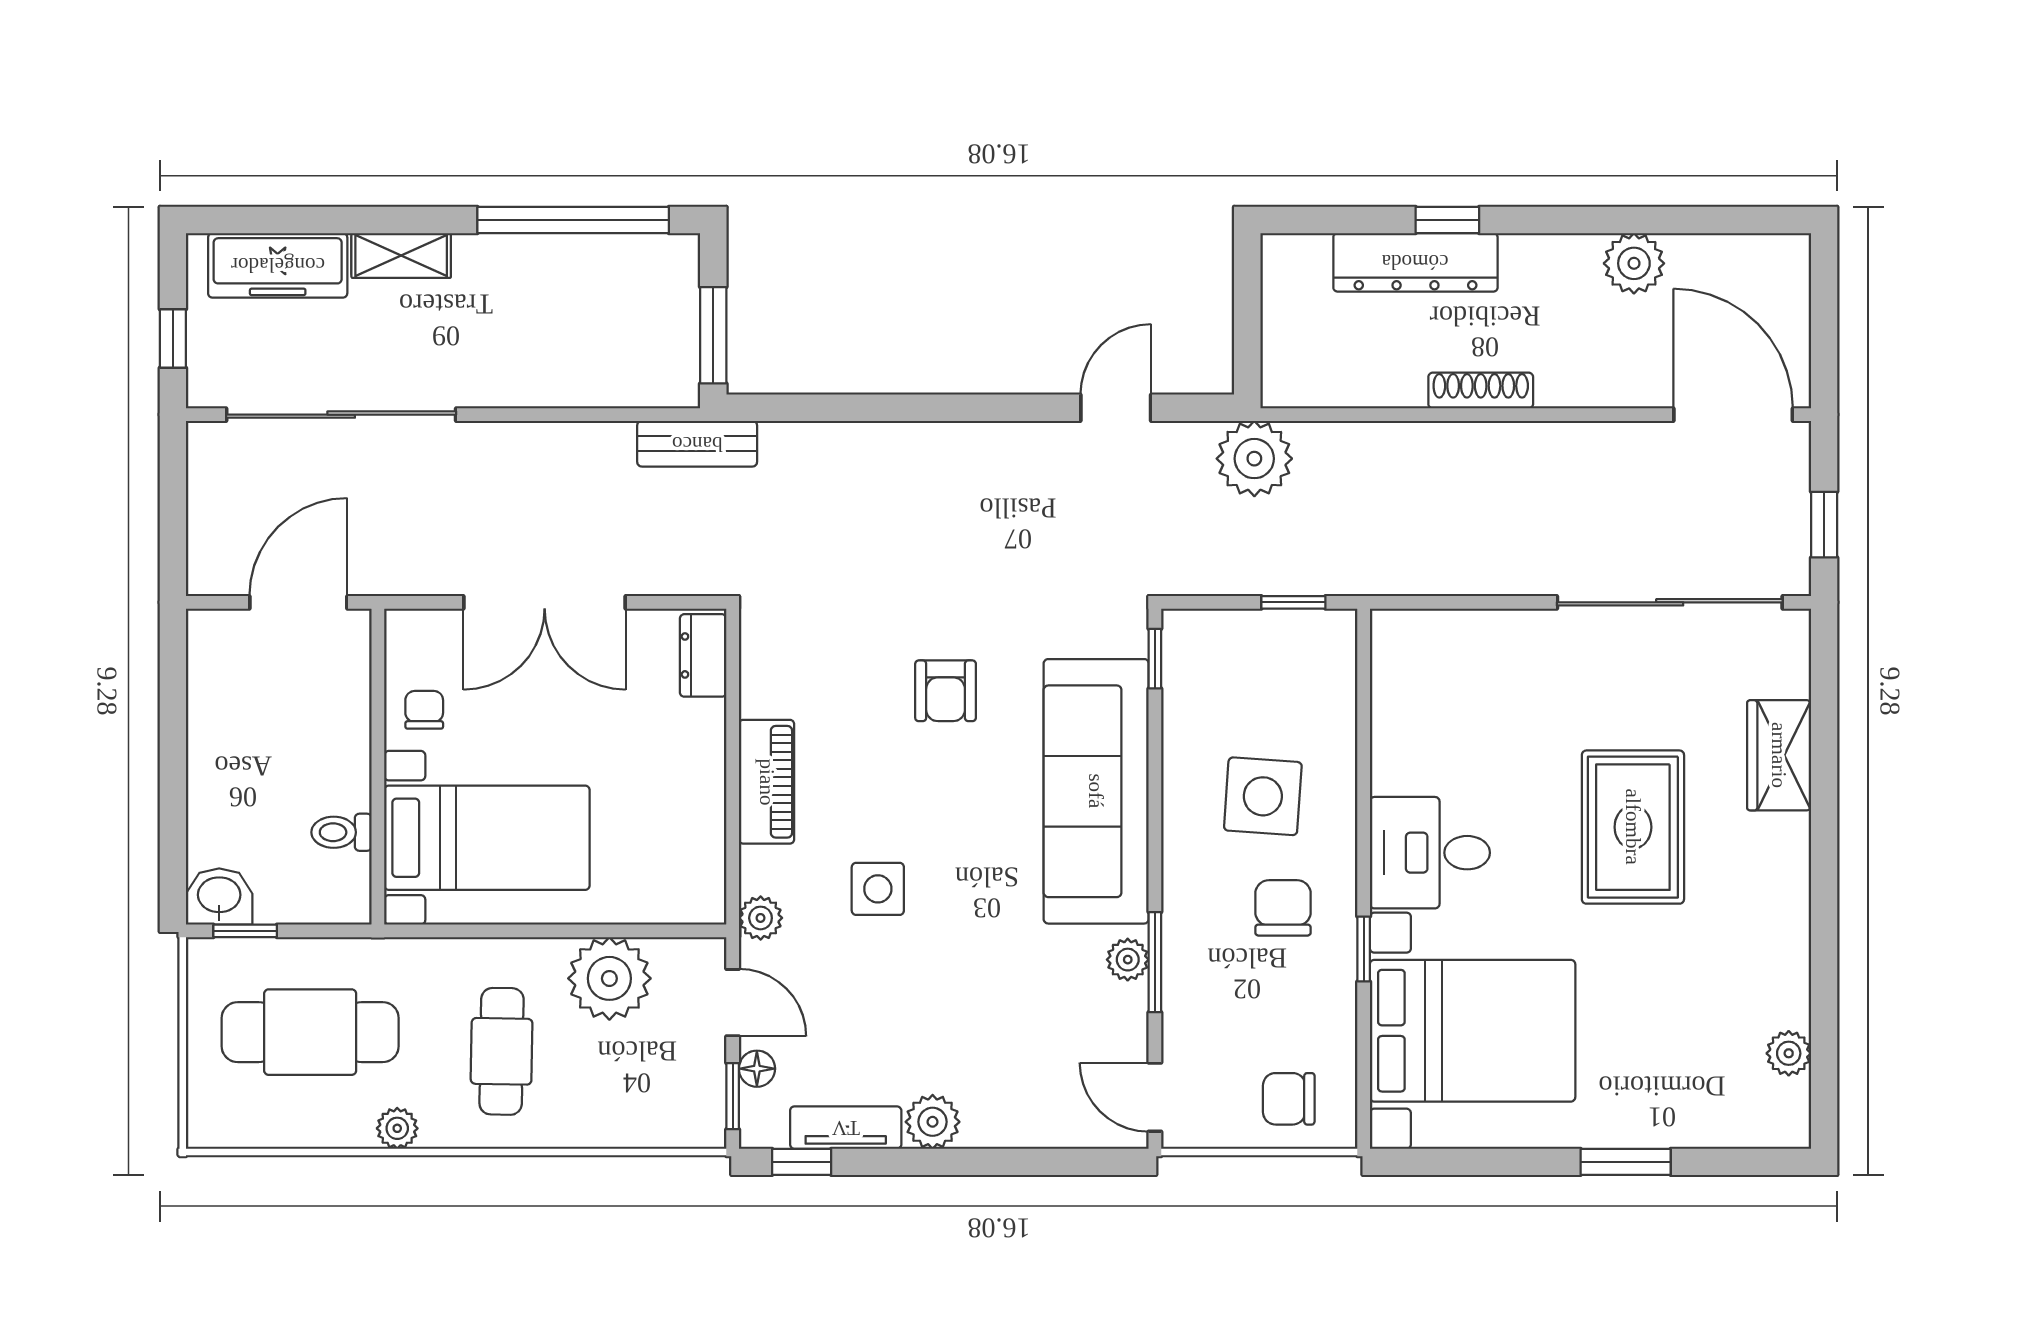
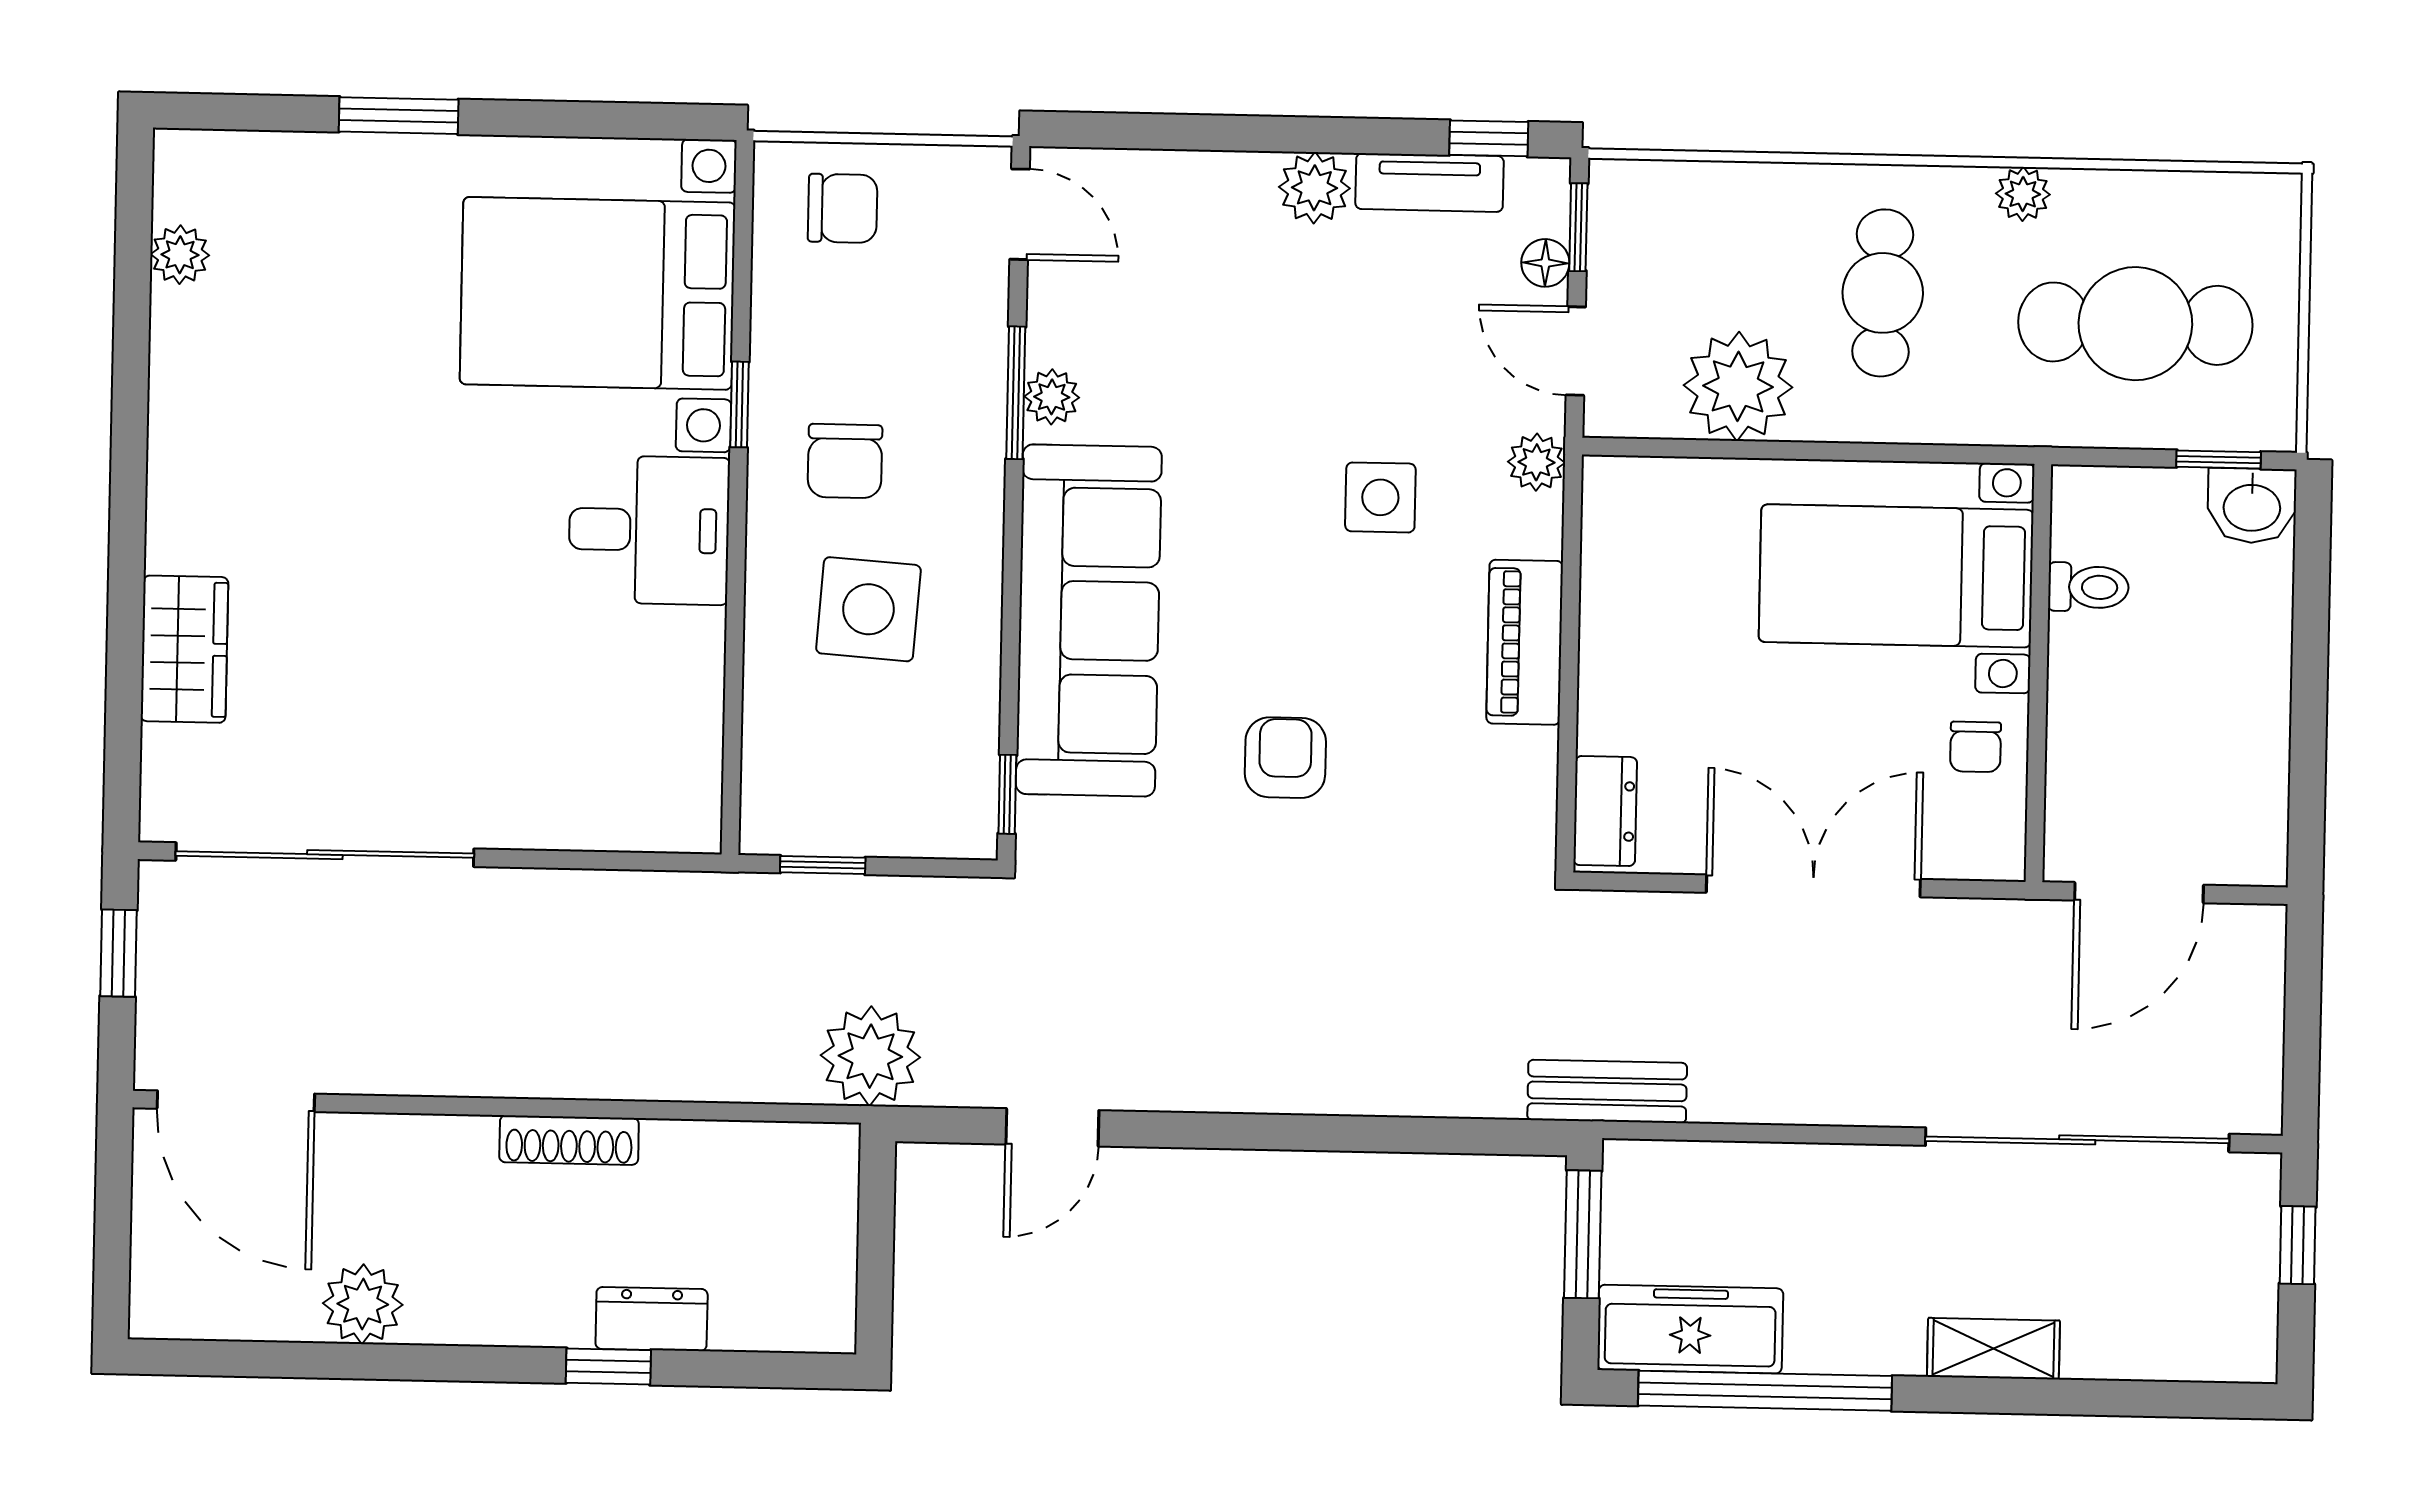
dresser: (1415, 262) -> (652, 1319), width x0.51, depth x0.80
freezer: (278, 265) -> (1690, 1329), moved
rug: (1633, 827) -> (380, 558), removed

